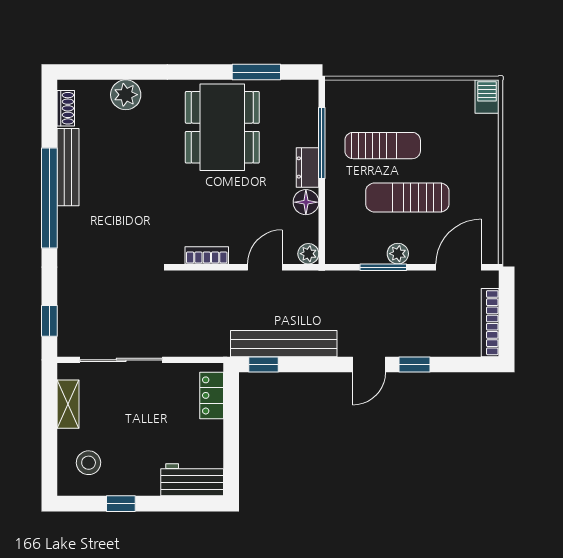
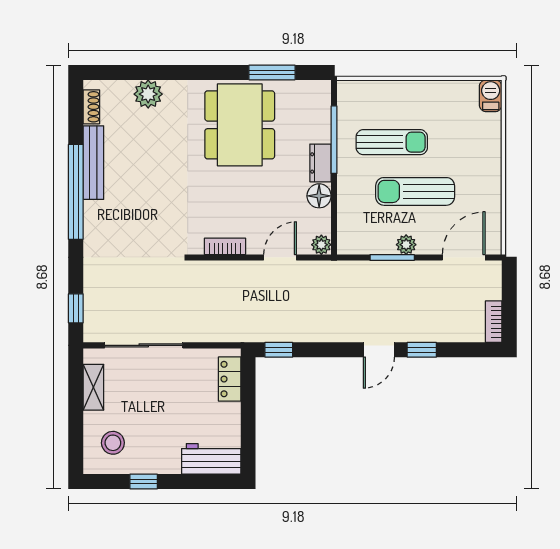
bookcase: (490, 323) -> (494, 322), width x0.64
bench: (284, 344) -> (298, 330), removed

